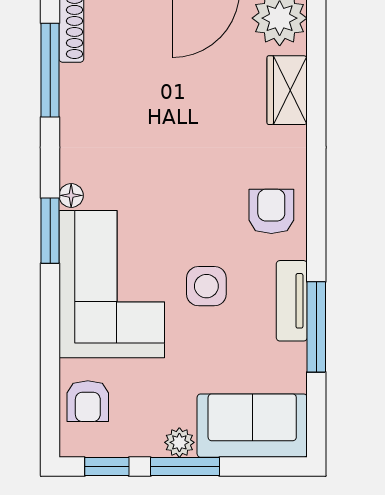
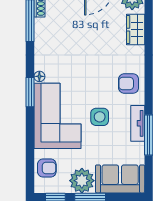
armchair: (271, 211) -> (129, 83), turned -90
armchair: (88, 401) -> (47, 168), turned -90
plant: (179, 442) -> (82, 181), width x1.87, depth x1.87

